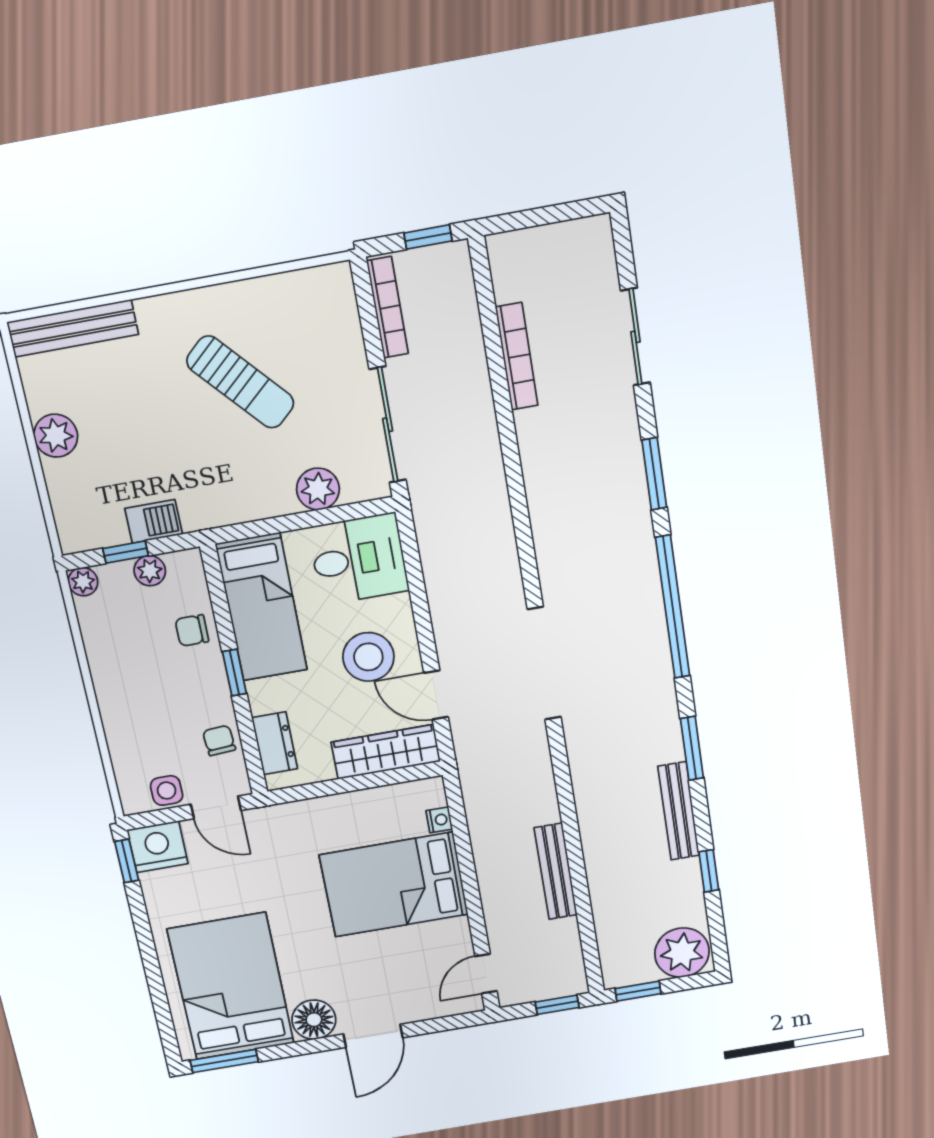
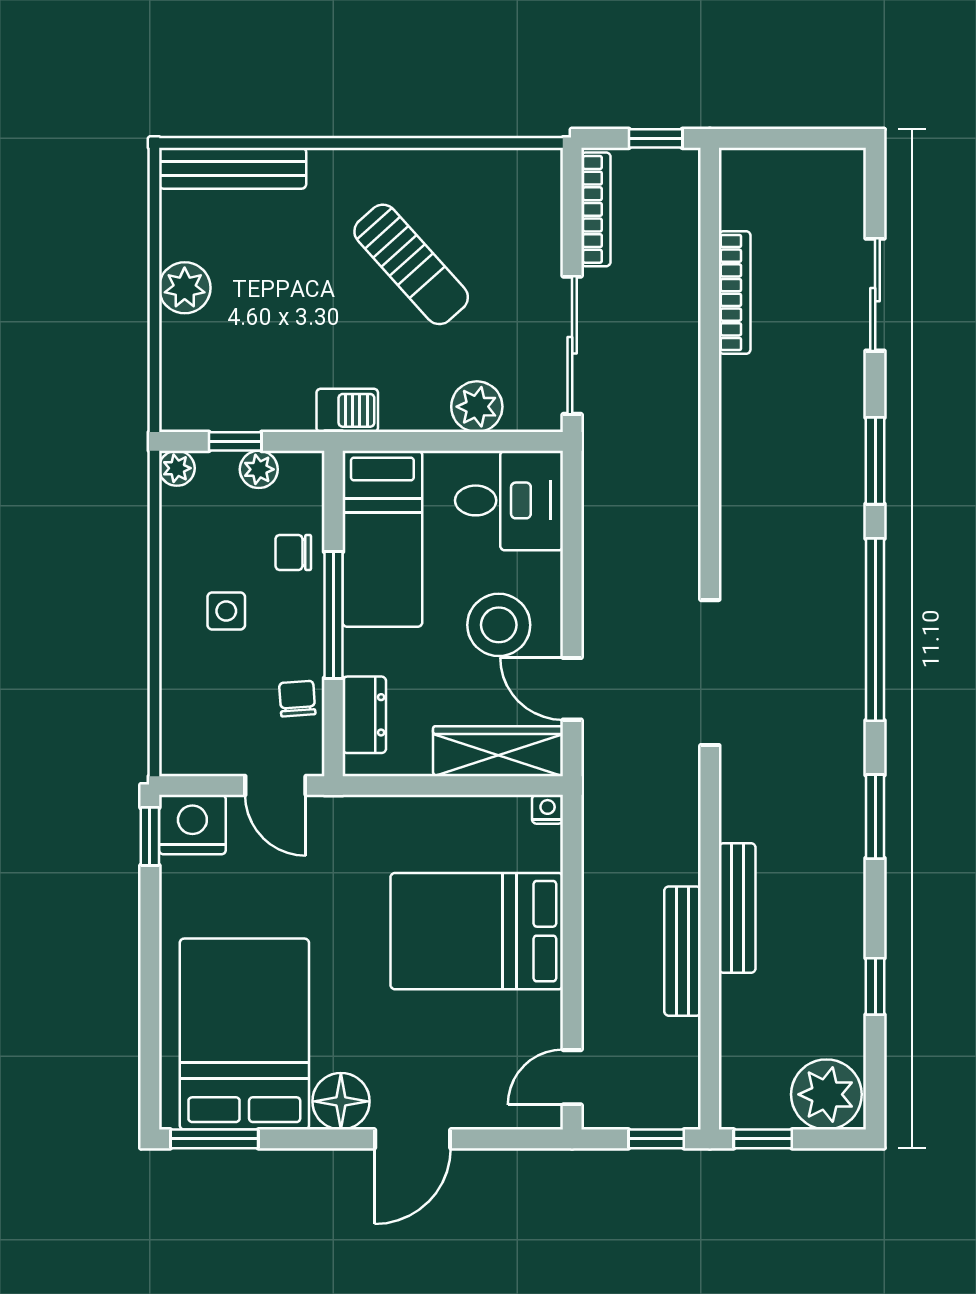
barbecue: (154, 521) -> (347, 410), moved
window: (234, 673) -> (333, 615), width x2.17
side table: (167, 791) -> (226, 611), moved
bench: (679, 811) -> (737, 908), moved
nightstand: (439, 820) -> (548, 809), moved, turned -90

